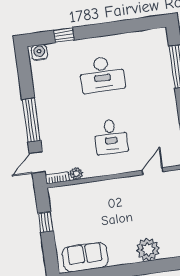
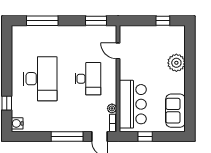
desk: (102, 74) -> (40, 79), width x1.36, depth x1.30
desk: (111, 137) -> (88, 79), width x1.37
bar counter: (86, 200) -> (133, 104), added

